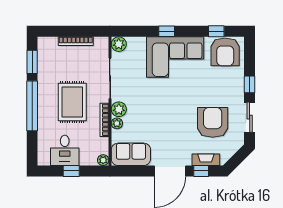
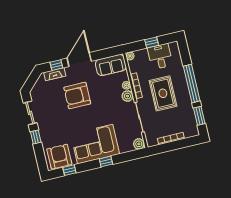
armchair: (213, 122) -> (77, 95), moved, turned 90

